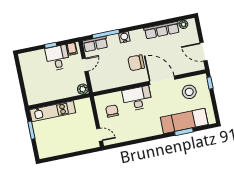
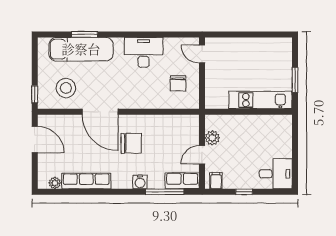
desk: (57, 58) -> (276, 174), moved, turned -90
plant: (83, 89) -> (212, 138), moved
desk: (137, 98) -> (143, 52), moved, turned 180

